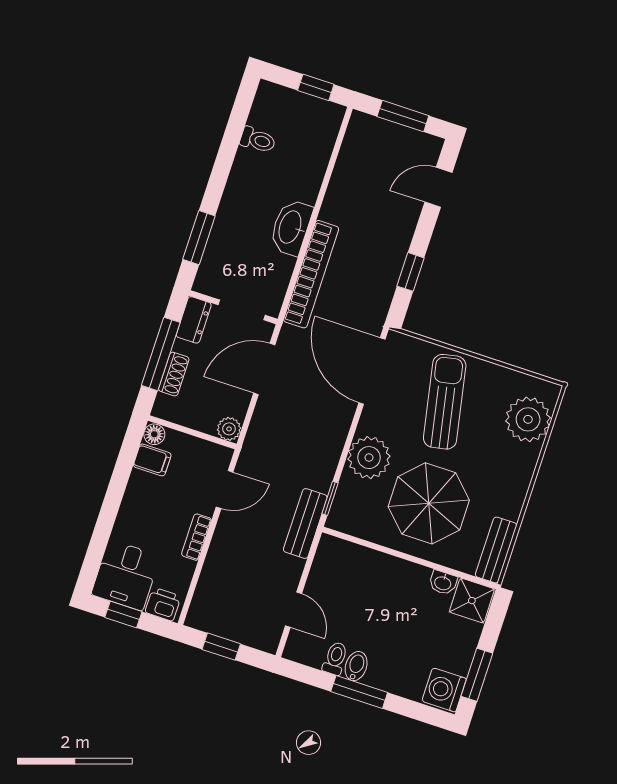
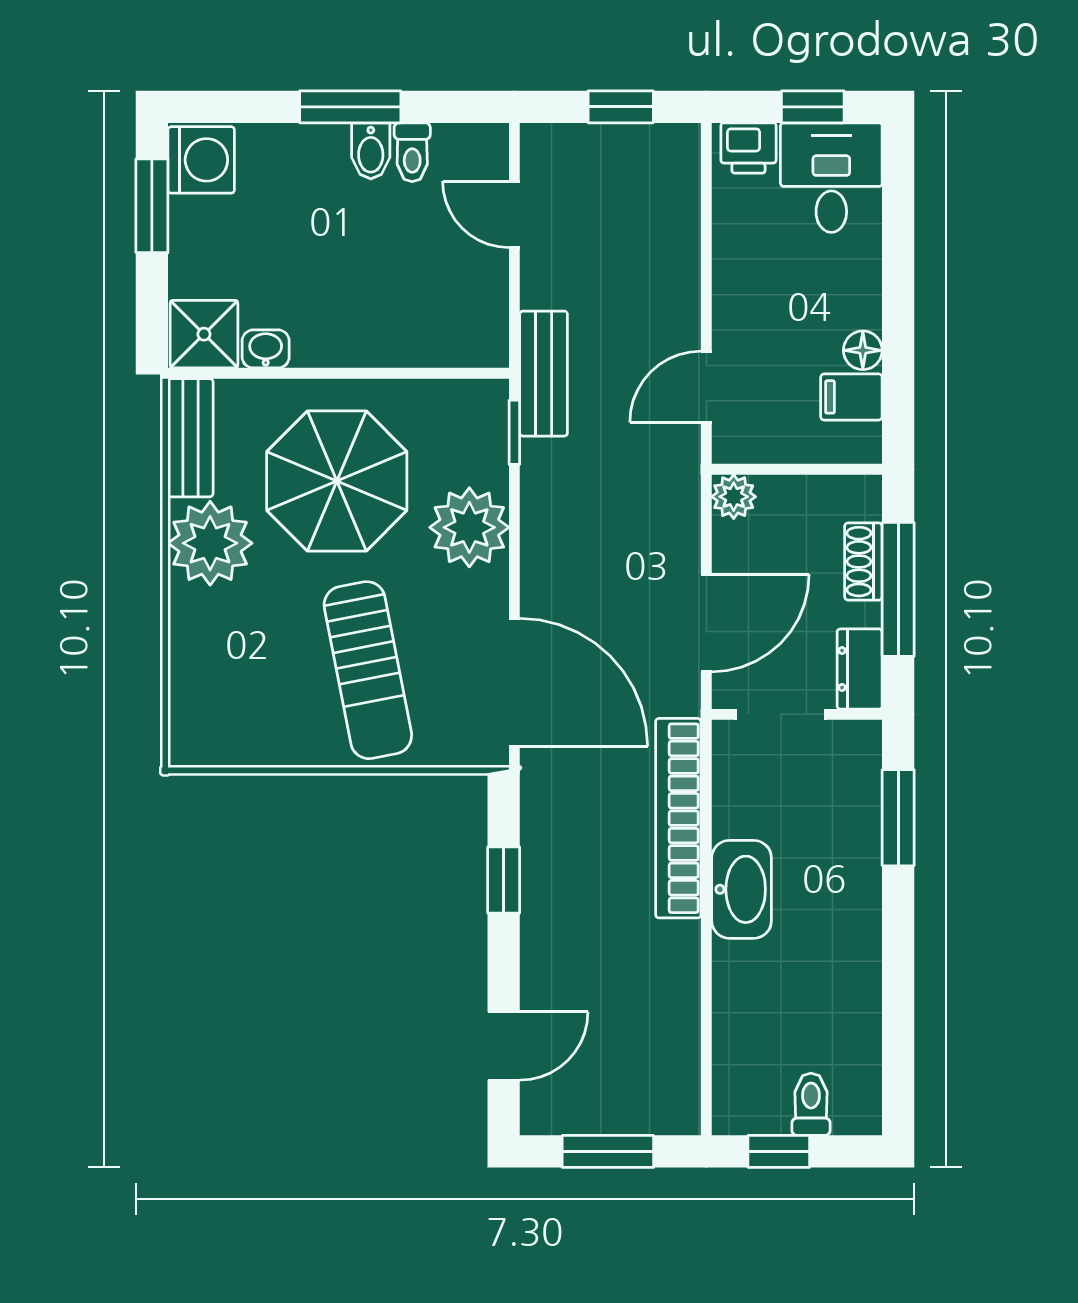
toilet: (258, 140) -> (811, 1104), moved, turned 90
plant: (528, 419) -> (210, 543), moved
floor lamp: (154, 434) -> (863, 350), moved
bookcase: (196, 537) -> (728, 286), removed

